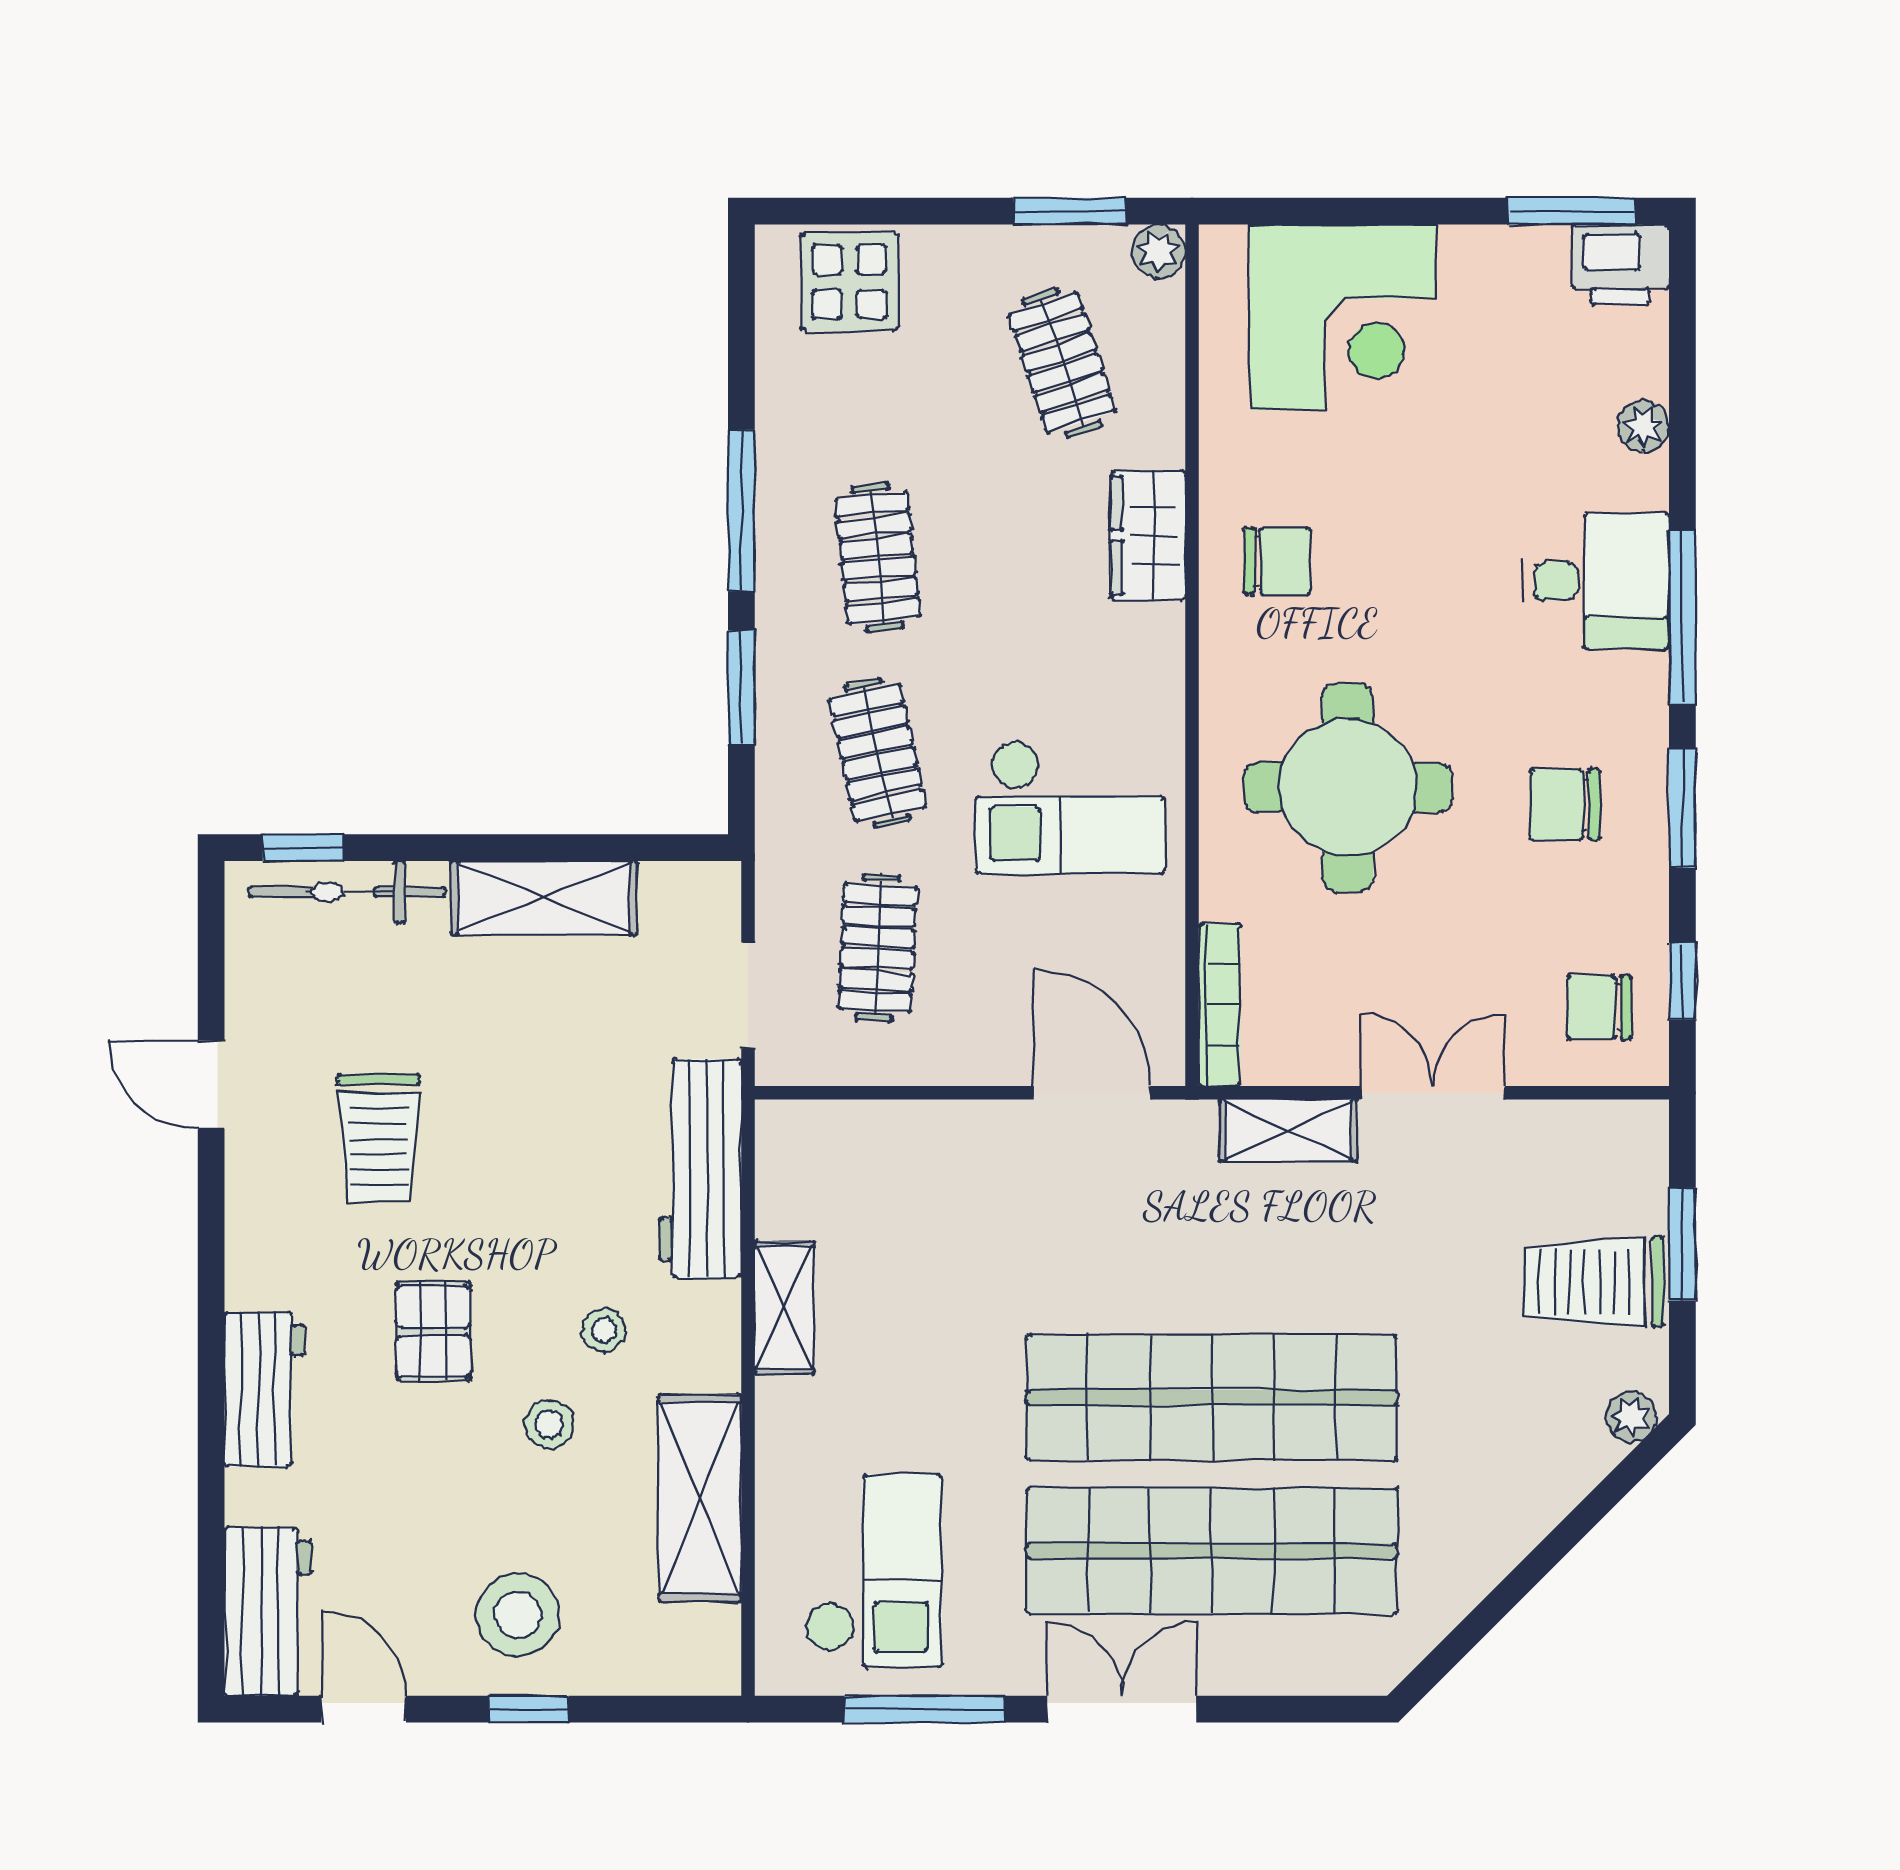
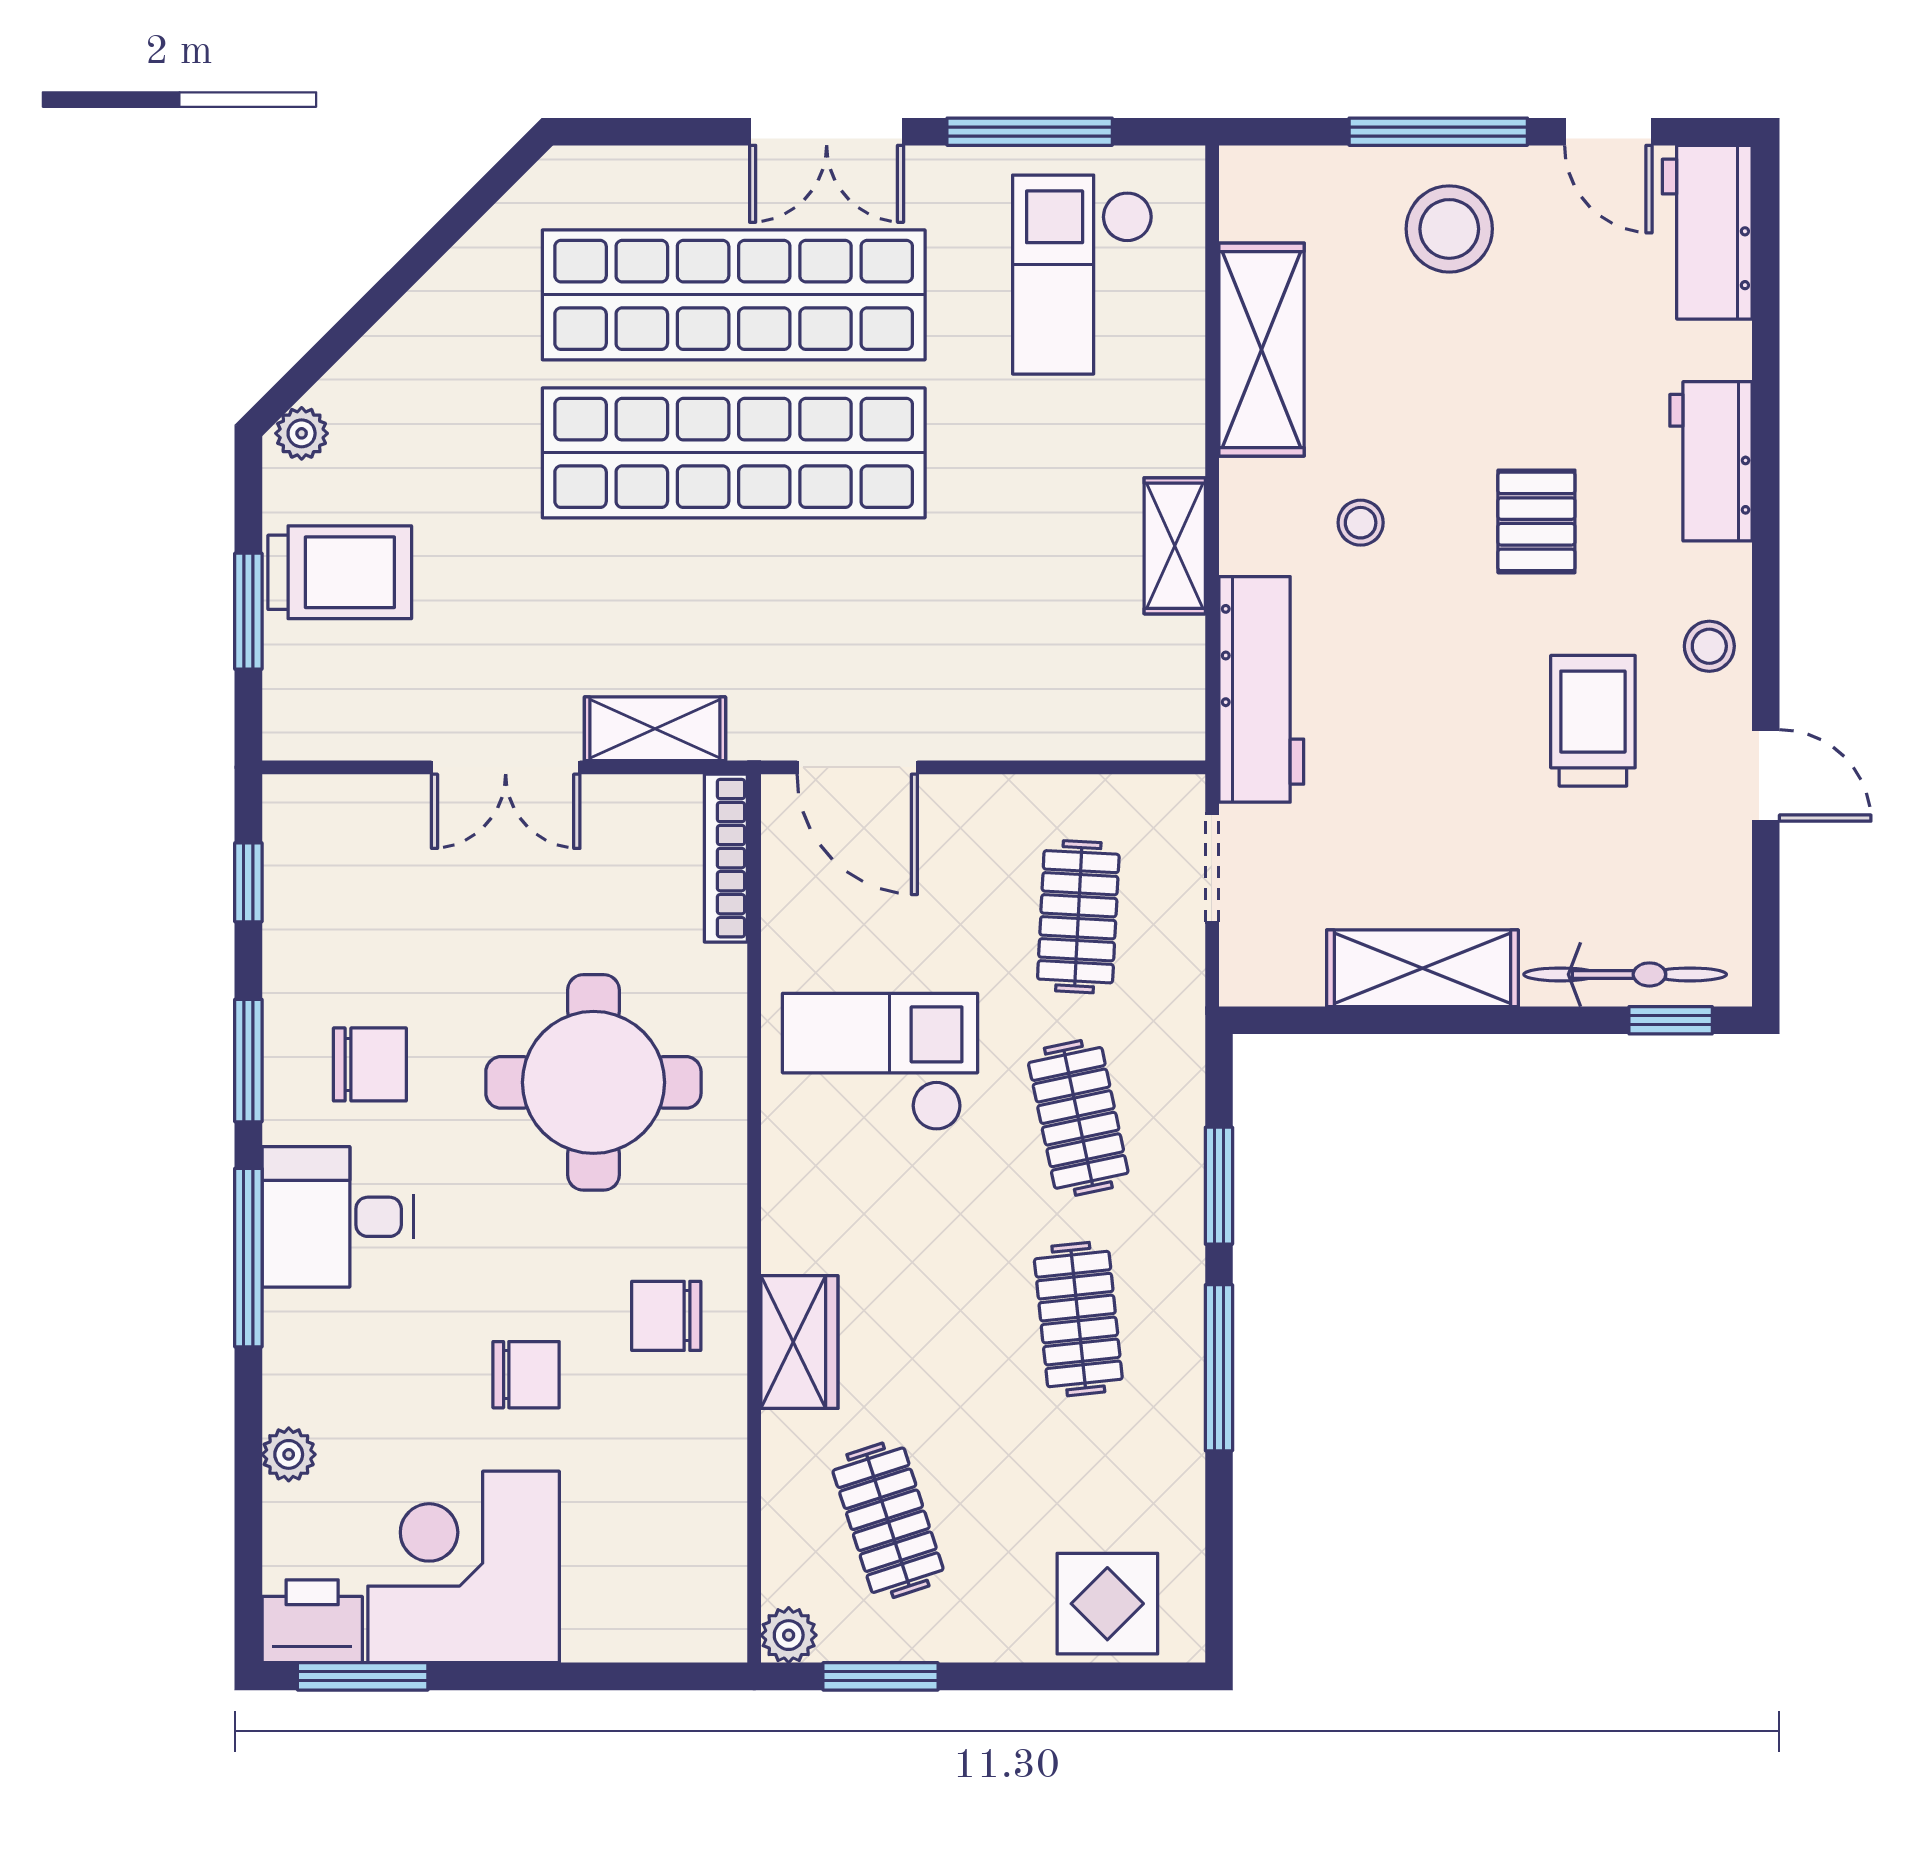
corner desk: (1343, 317) -> (464, 1567), moved
desk: (1596, 581) -> (338, 1217), moved
chair: (1599, 1007) -> (526, 1375), moved
stool: (549, 1424) -> (1709, 646), moved
window: (529, 1709) -> (1438, 132), width x2.17

